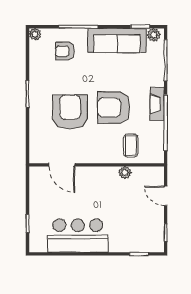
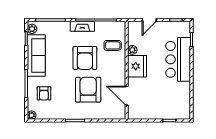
armchair: (70, 112) -> (88, 90), turned 90
door: (62, 165) -> (127, 96), swing flipped
fridge: (102, 179) -> (137, 66), added
bar counter: (78, 236) -> (178, 59), moved

